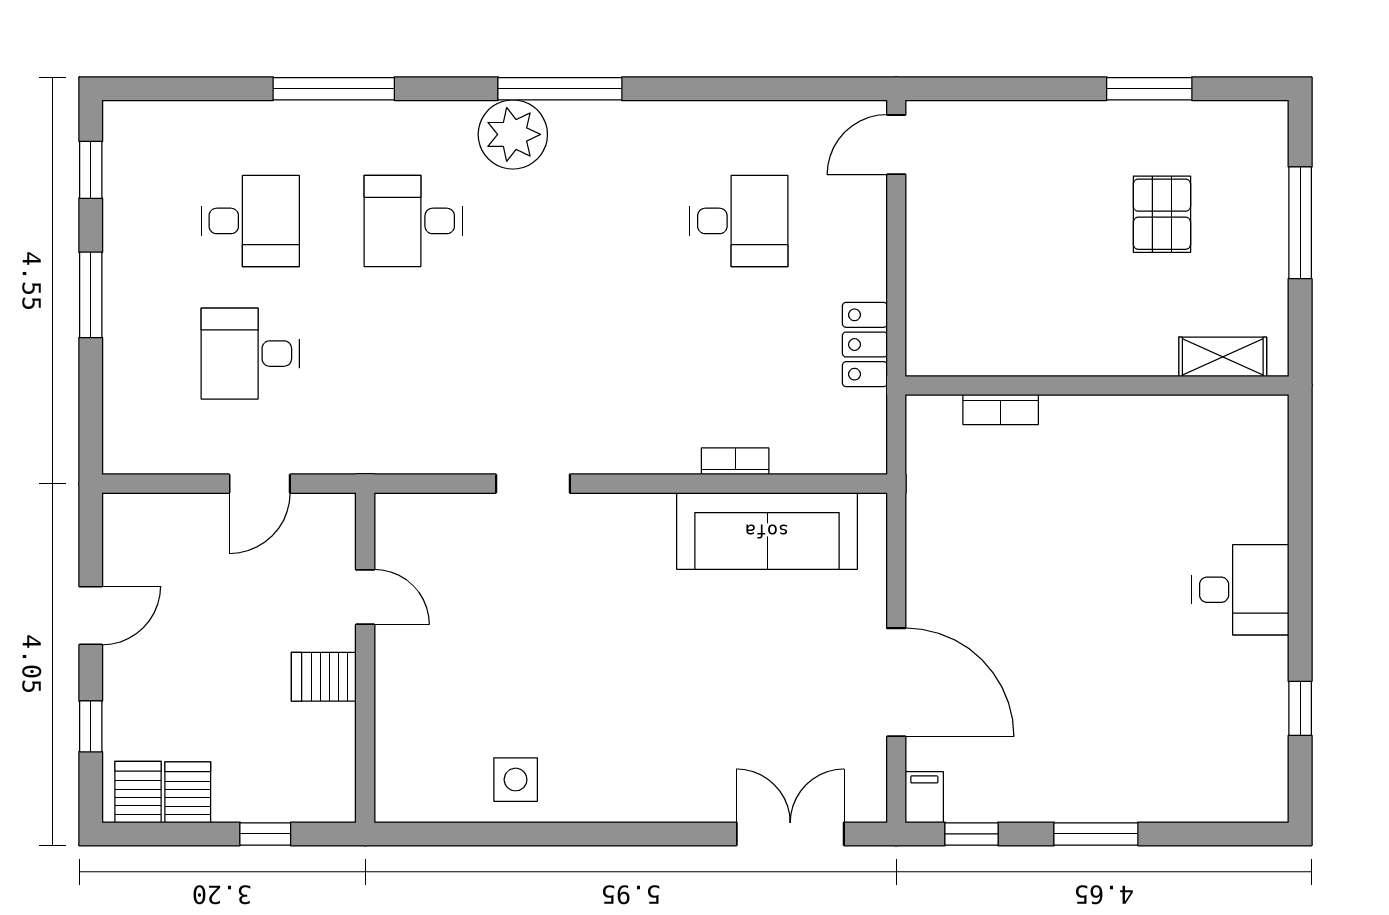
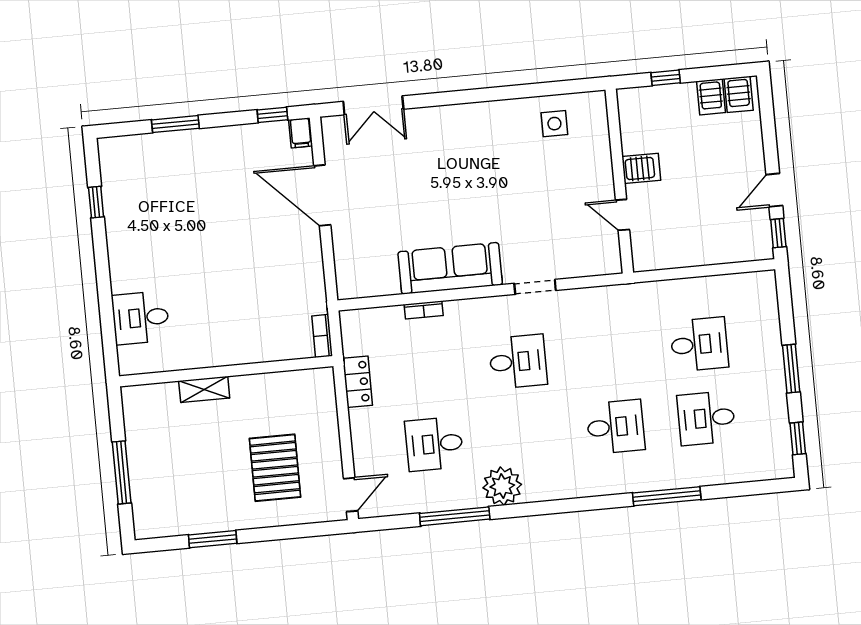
window: (560, 89) -> (455, 516), moved
plant: (513, 134) -> (502, 486), moved
pallet: (1162, 214) -> (275, 468), moved, width x1.50, depth x1.42
desk: (576, 354) -> (518, 362), added
shelving: (1223, 357) -> (204, 389), moved
bookcase: (1001, 409) -> (322, 336), moved, turned -90
door: (260, 484) -> (687, 272), removed
sofa: (767, 531) -> (450, 268), moved
desk: (1240, 590) -> (141, 318), moved
window: (91, 726) -> (778, 233), moved
side table: (516, 780) -> (554, 124), moved
window: (1096, 834) -> (175, 124), moved

